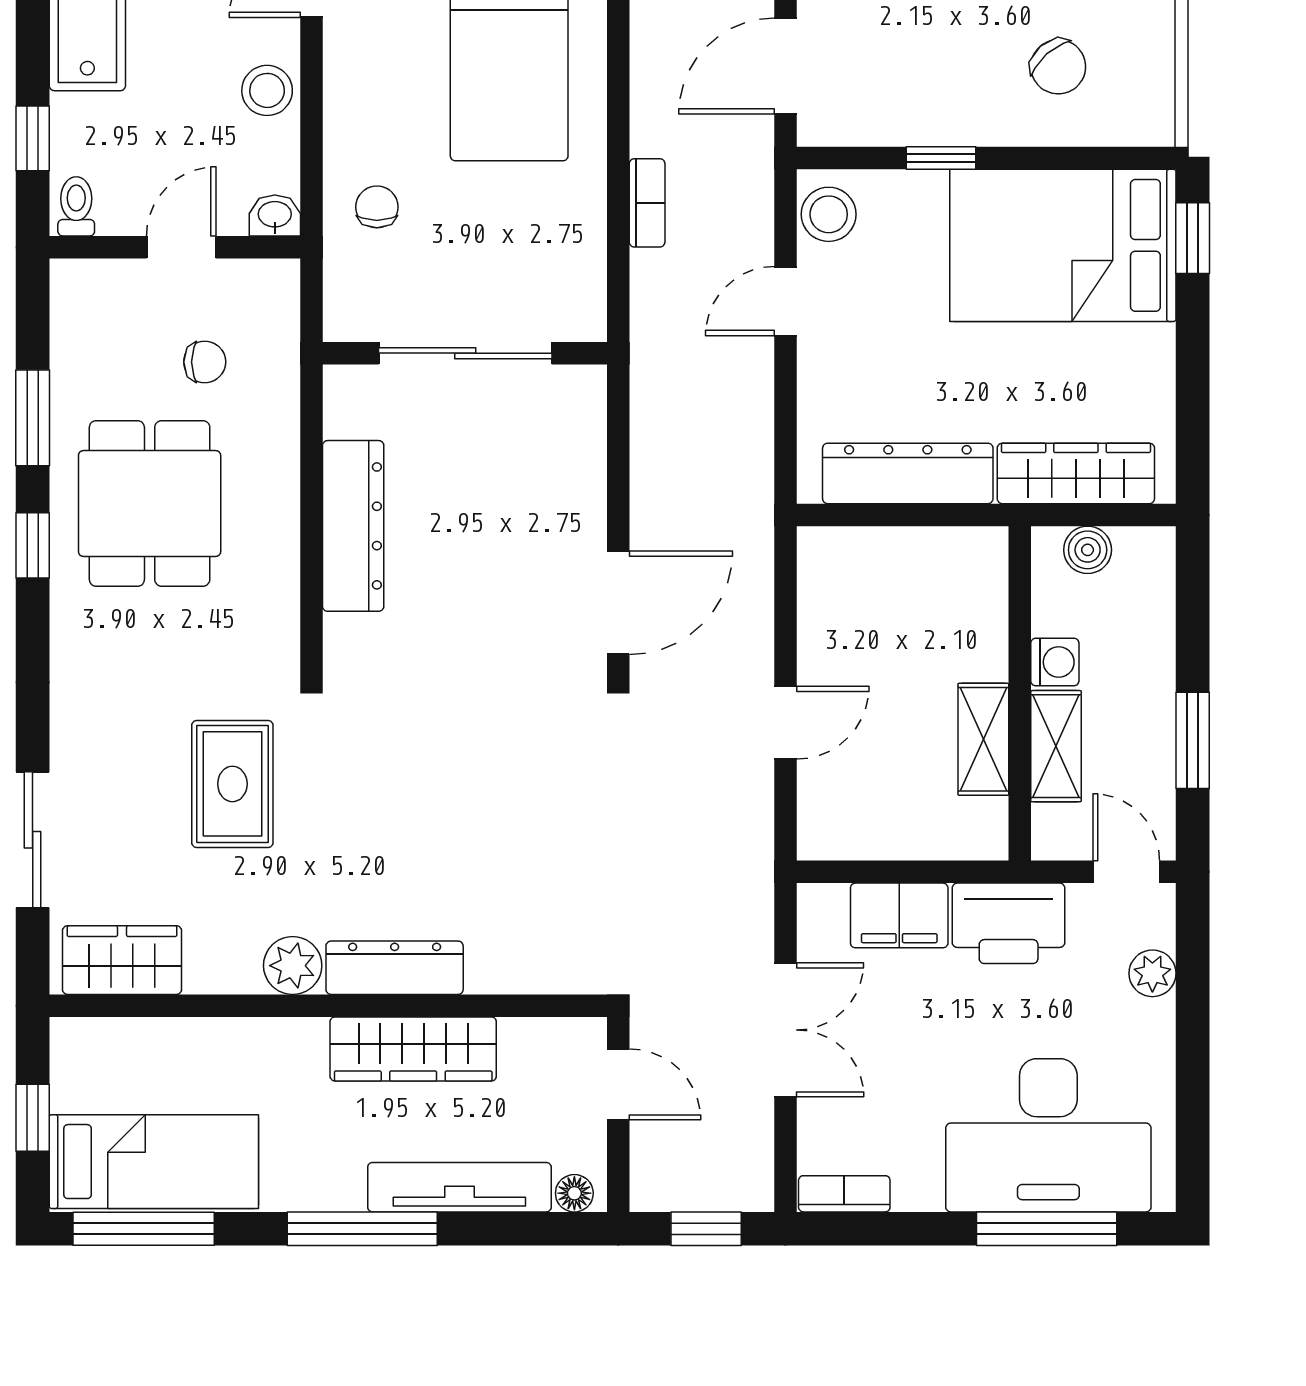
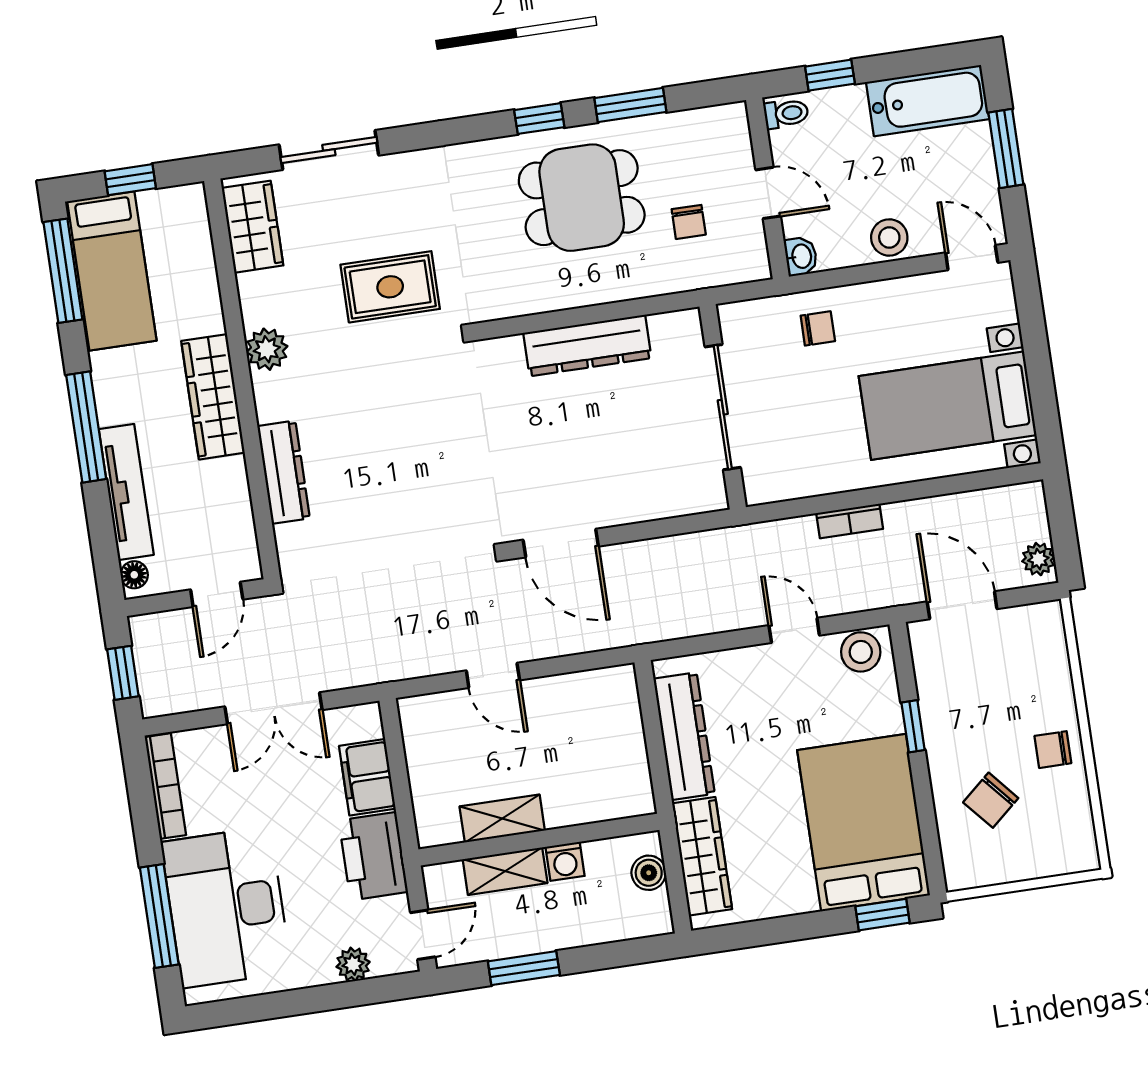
dresser: (395, 968) -> (284, 472), moved
wardrobe: (413, 1049) -> (213, 397), moved
bookcase: (844, 1194) -> (165, 786), width x1.56

